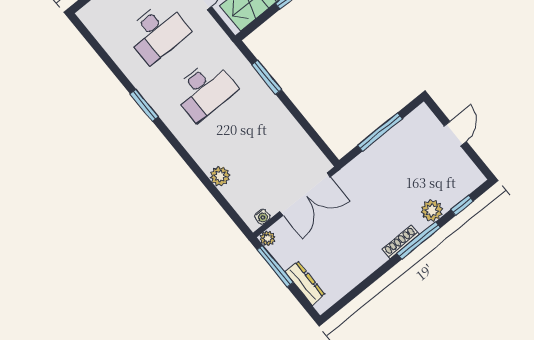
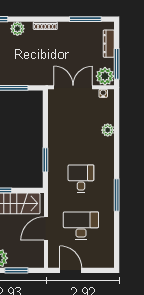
desk: (204, 90) -> (81, 179), width x0.73
window: (144, 105) -> (117, 195), width x1.44
plant: (268, 238) -> (105, 76), width x1.88, depth x1.88
window: (419, 241) -> (85, 19), moved

